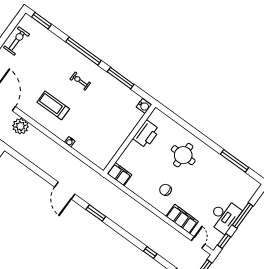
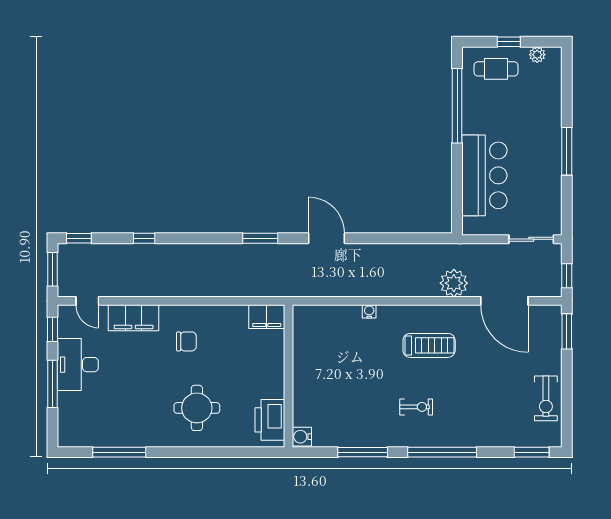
printer: (146, 134) -> (270, 420), moved

